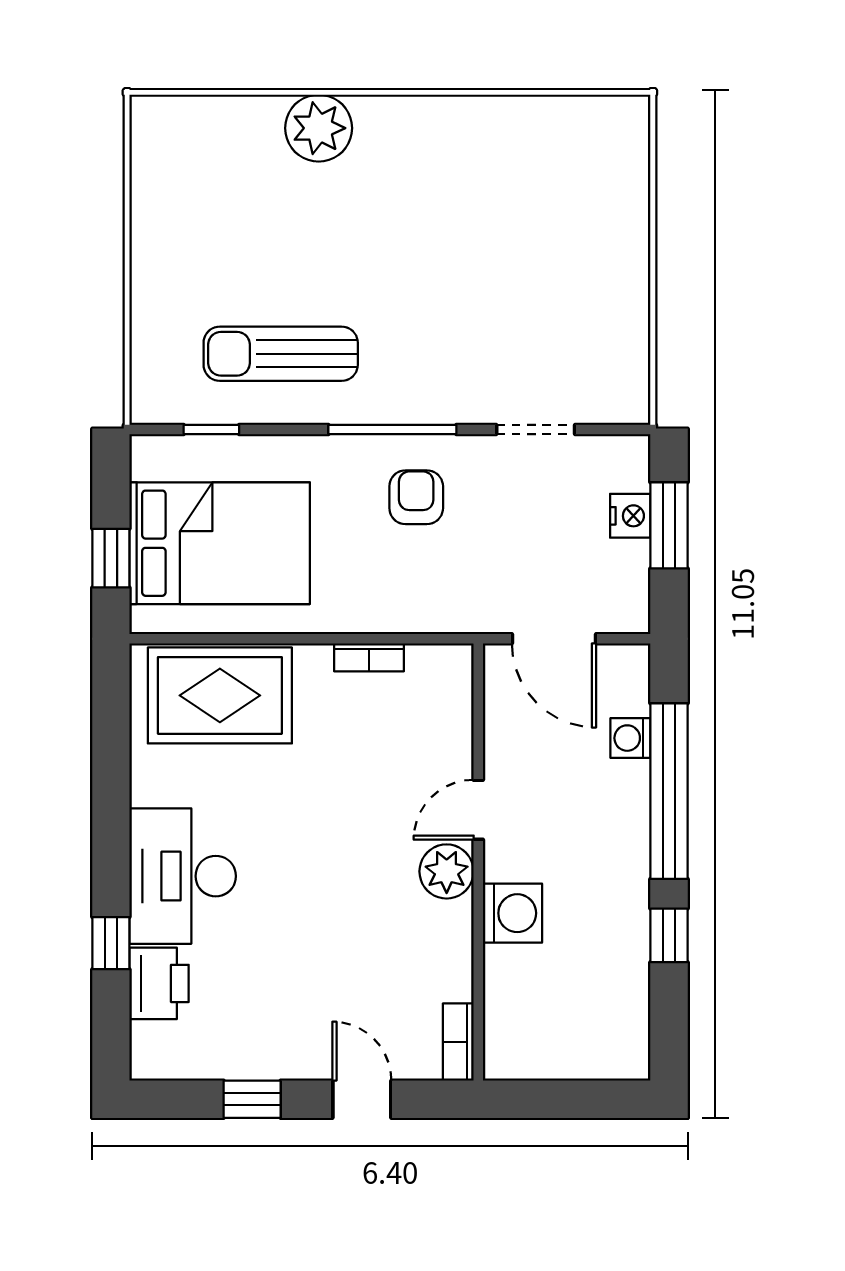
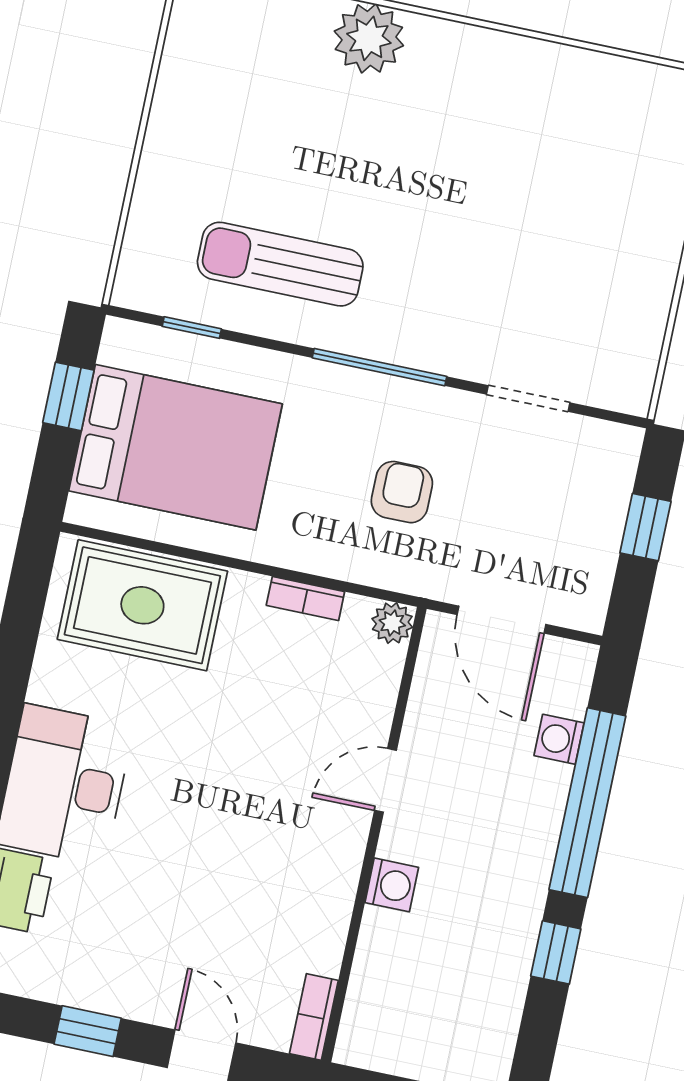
armchair: (416, 497) -> (402, 492), moved
nightstand: (630, 516) -> (607, 509), removed
window: (669, 525) -> (645, 527), width x0.67
window: (111, 558) -> (68, 396), moved
plant: (447, 871) -> (392, 623), moved, width x0.73, depth x0.73
washing machine: (513, 913) -> (392, 885), width x0.73, depth x0.73

